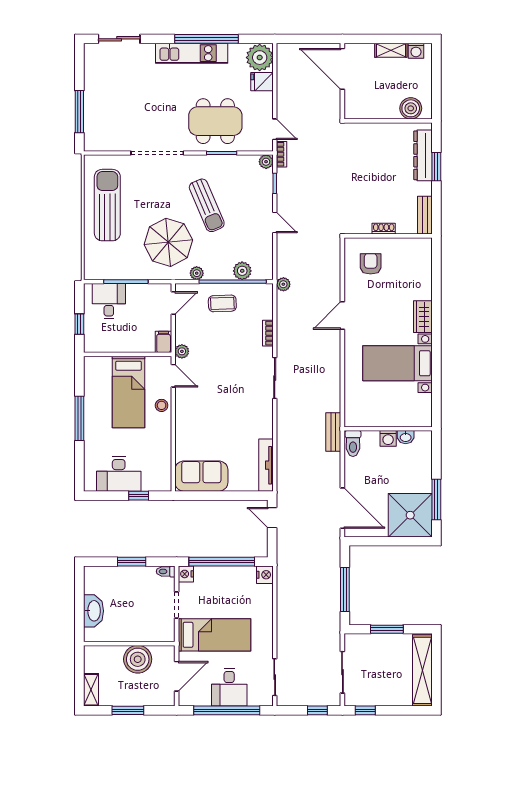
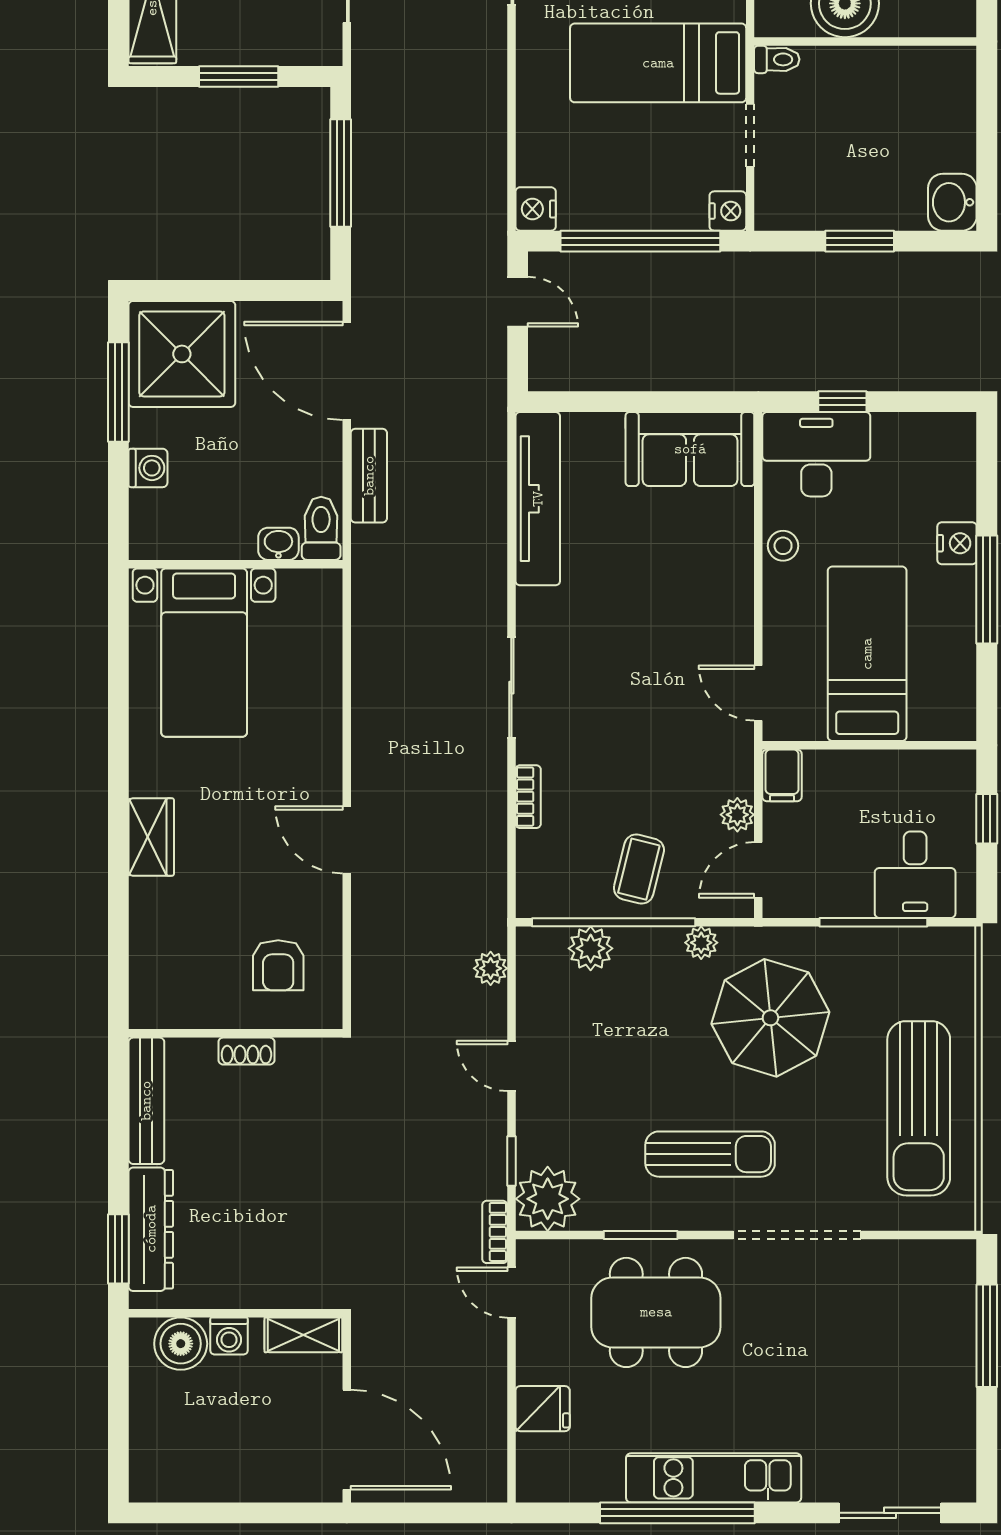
shelving: (391, 50) -> (303, 1335), moved
washing machine: (416, 51) -> (229, 1336), moved, turned 180
plant: (260, 58) -> (548, 1467), removed
plant: (266, 162) -> (548, 1199), width x1.87, depth x1.87
window: (436, 167) -> (118, 1249), moved
sun lounger: (207, 205) -> (710, 1154), moved, turned 113
bench: (425, 215) -> (146, 1101), width x1.36
plant: (283, 284) -> (491, 968), moved
coffee table: (222, 303) -> (639, 869), turned -74
door: (342, 315) -> (347, 840), swing flipped
plant: (182, 351) -> (737, 815), moved
bed with nightstands: (397, 363) -> (204, 653), moved, turned 90
stool: (162, 405) -> (783, 546), moved
bench: (333, 432) -> (369, 476), moved
nightstand: (92, 437) -> (957, 543), added
washbasin: (406, 437) -> (278, 544), moved
washing machine: (388, 438) -> (148, 468), moved, turned 90
tv unit: (266, 465) -> (538, 499), width x1.36, depth x1.29
desk: (119, 474) -> (816, 454), moved
door: (272, 518) -> (518, 302), moved
toilet: (166, 571) -> (777, 59), moved
washbasin: (93, 611) -> (952, 202), moved, width x0.72

